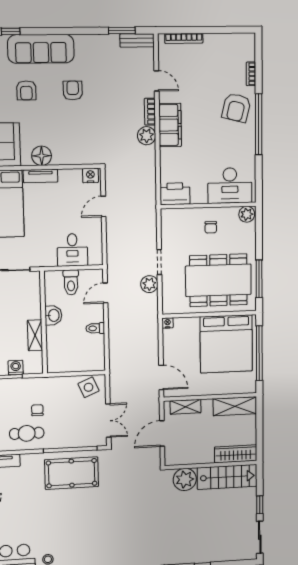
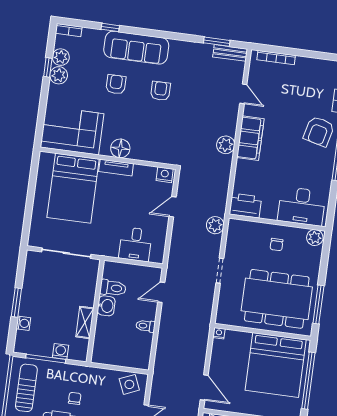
armchair: (26, 90) -> (116, 84), turned 180
bookcase: (150, 112) -> (232, 122), removed
toilet: (71, 282) -> (113, 288), moved, turned -90
plant: (149, 284) -> (215, 225), moved

